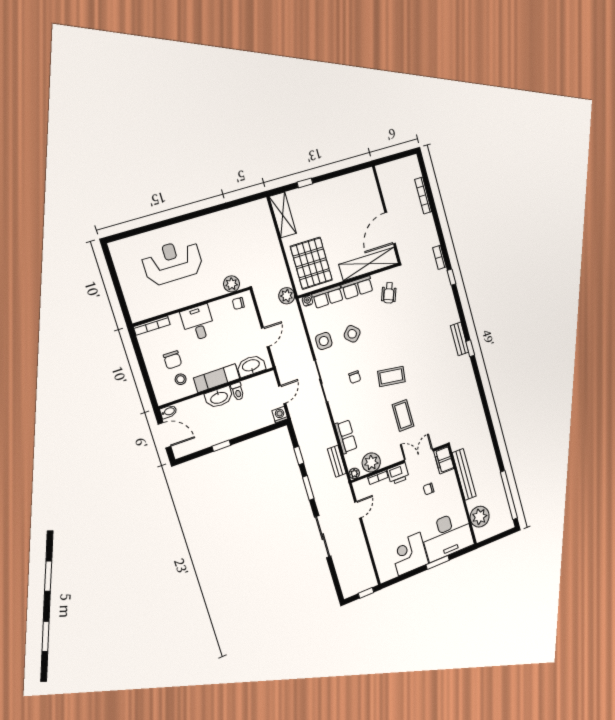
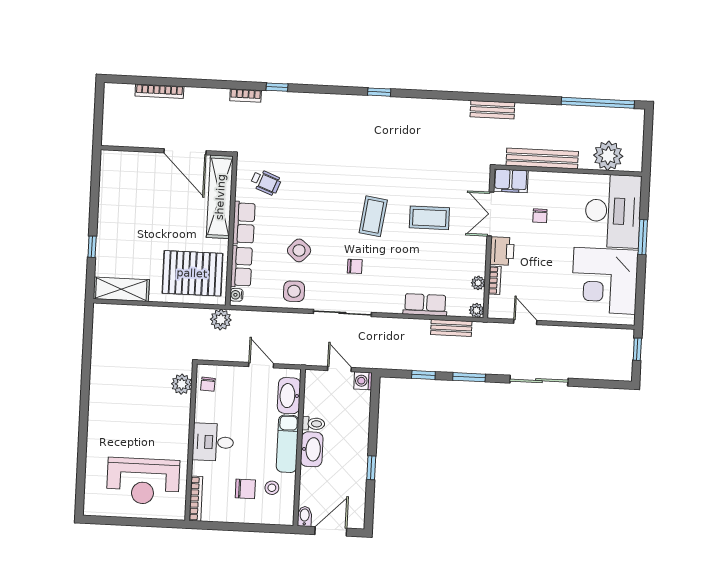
reception desk: (172, 262) -> (143, 481), moved, turned -90
bench: (460, 339) -> (492, 110), moved
plant: (371, 462) -> (478, 283), width x0.53, depth x0.53
corner desk: (409, 554) -> (605, 281), width x1.36, depth x1.36

